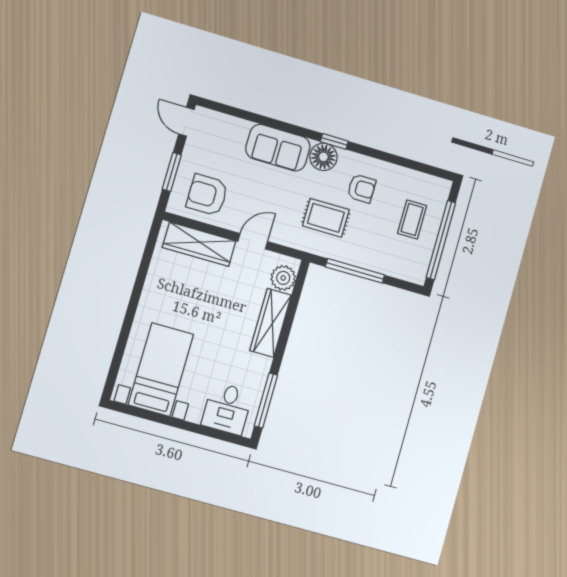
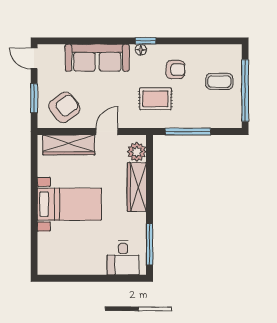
sofa: (278, 148) -> (97, 58), width x1.36
floor lamp: (323, 157) -> (141, 50), width x0.53, depth x0.53
armchair: (207, 195) -> (64, 107), turned 144
coffee table: (412, 219) -> (219, 81), turned 90
bed with nightstands: (161, 370) -> (69, 204), moved, turned 90

